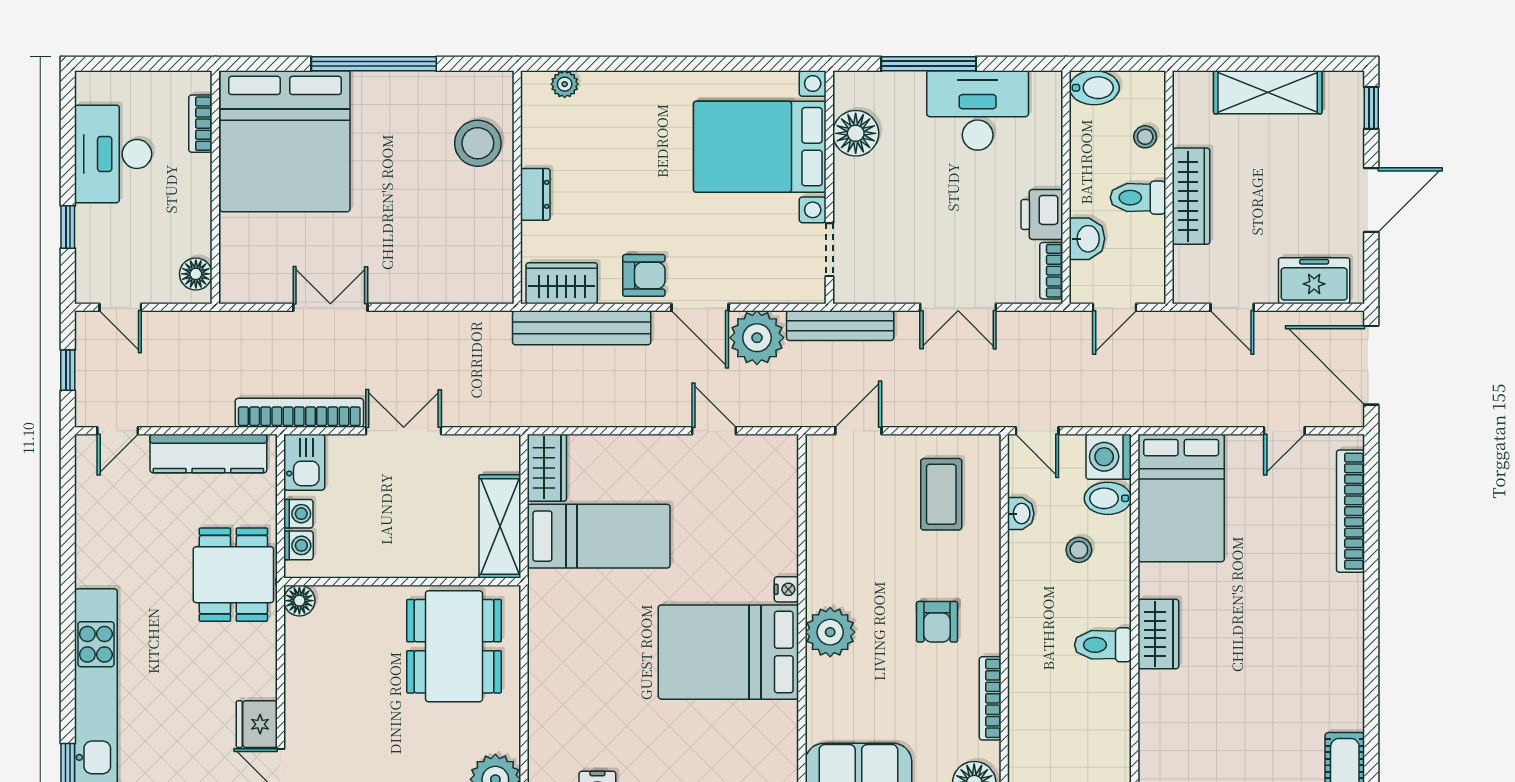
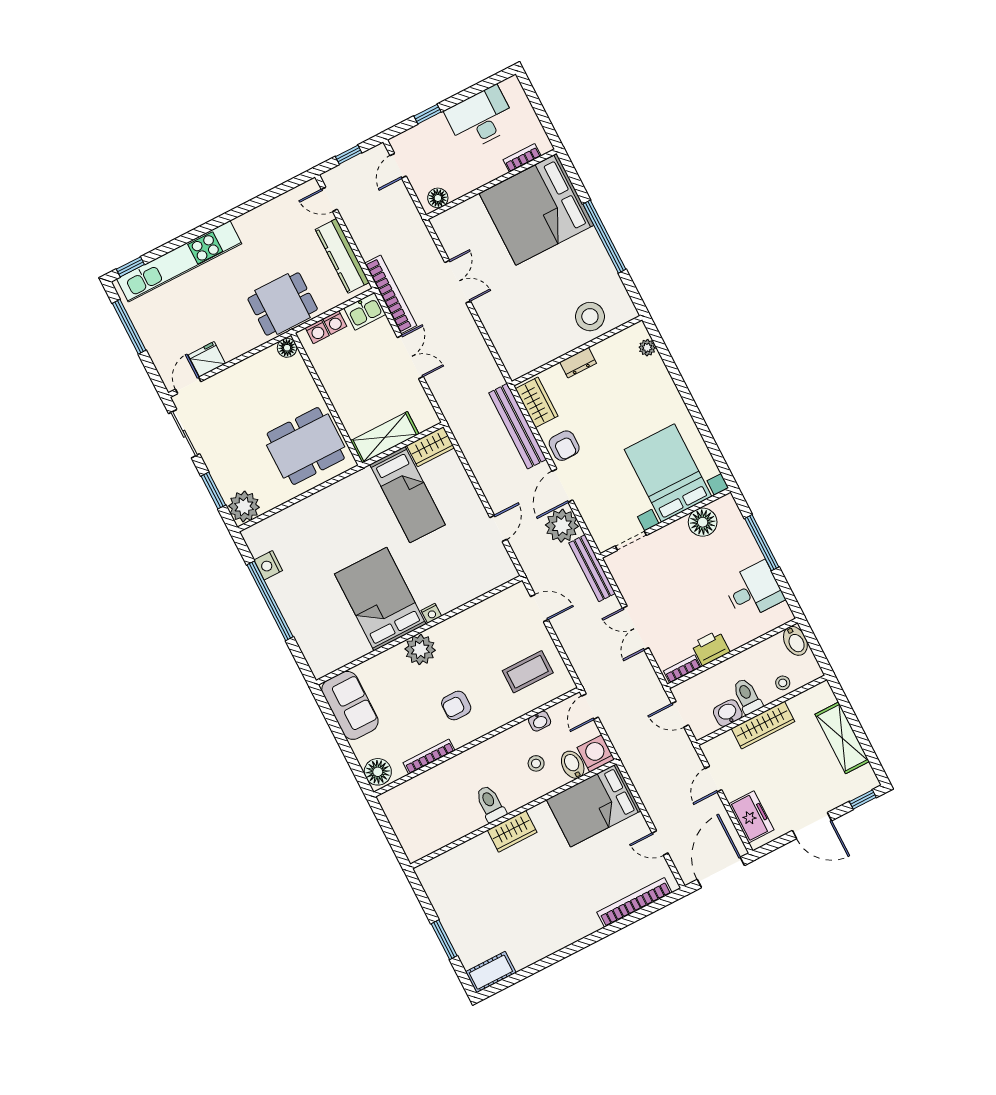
desk: (978, 110) -> (754, 591), width x0.73
washbasin: (1087, 239) -> (728, 713), moved, turned 180

